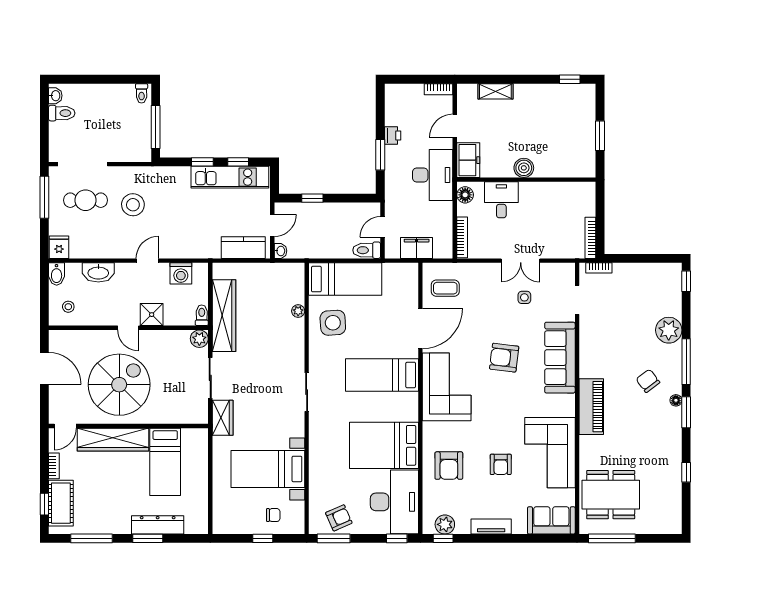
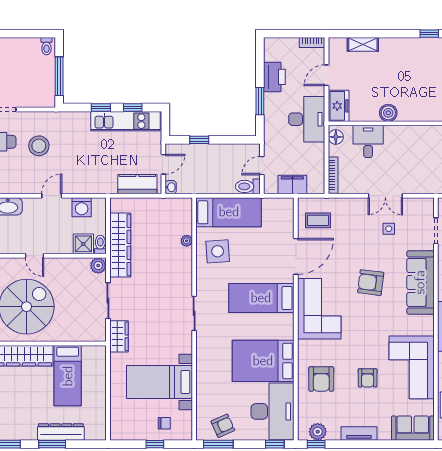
printer: (393, 136) -> (274, 77), width x1.87, depth x1.48
shower: (152, 315) -> (83, 244), moved

